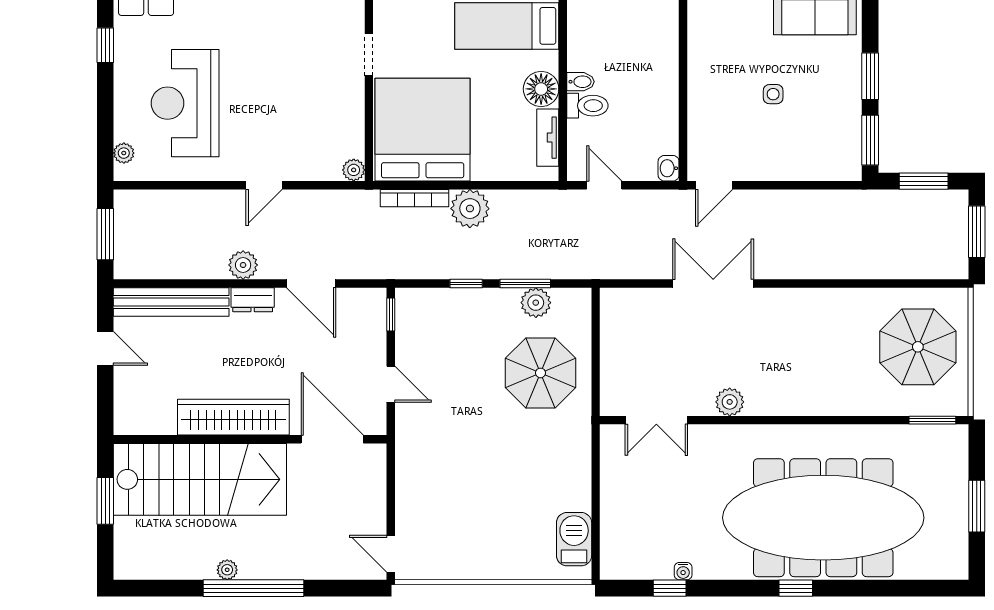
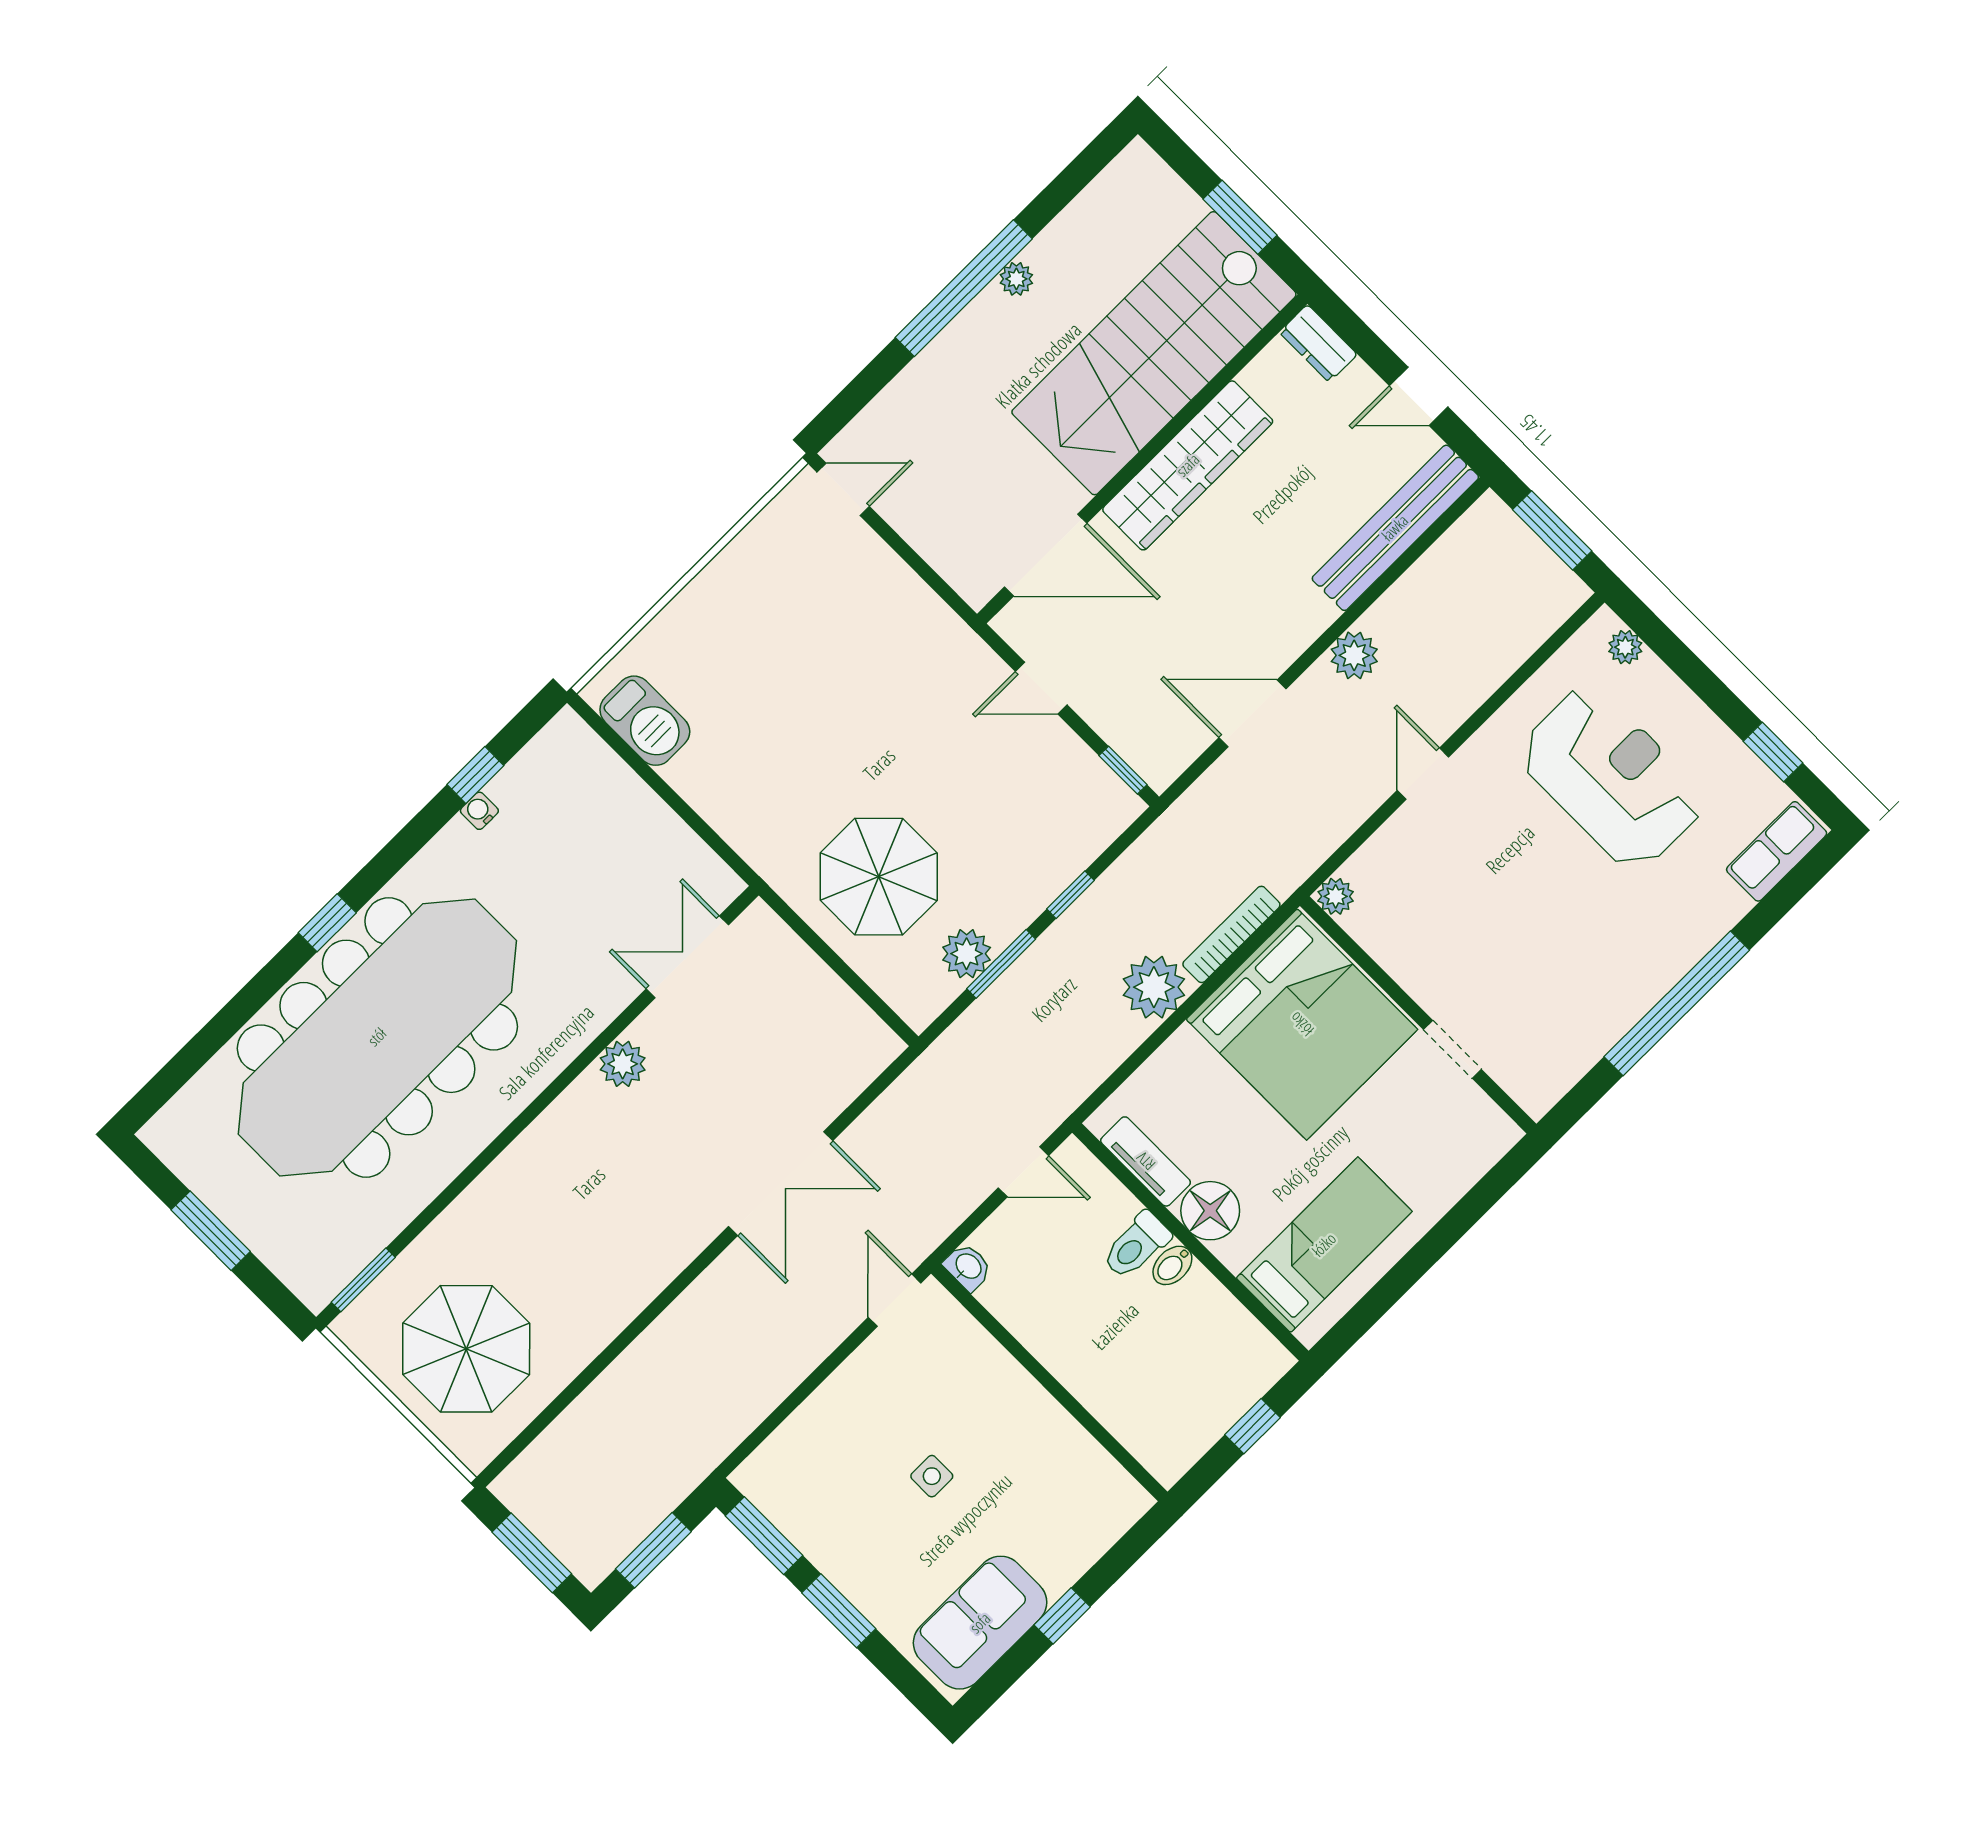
dresser: (253, 300) -> (1318, 343), moved, turned -90

